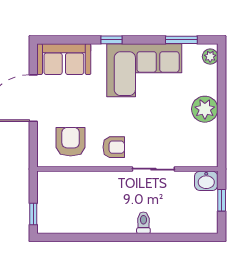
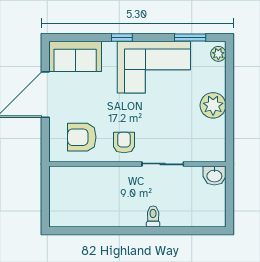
armchair: (71, 142) -> (82, 137), turned -90
armchair: (114, 147) -> (124, 143), turned -90
window: (222, 200) -> (229, 195), removed
window: (33, 214) -> (45, 208), removed

